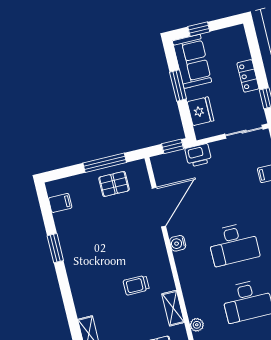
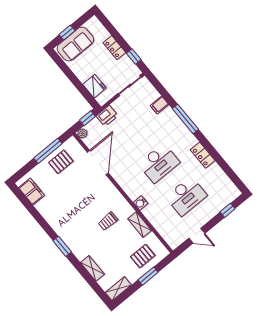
sofa: (192, 61) -> (75, 44), moved, turned 90
window: (178, 85) -> (71, 76), removed
filing cabinet: (60, 203) -> (32, 192), width x2.00
water cooler: (178, 243) -> (141, 203), moved
window: (55, 248) -> (62, 246), moved
plant: (197, 325) -> (82, 133), moved

